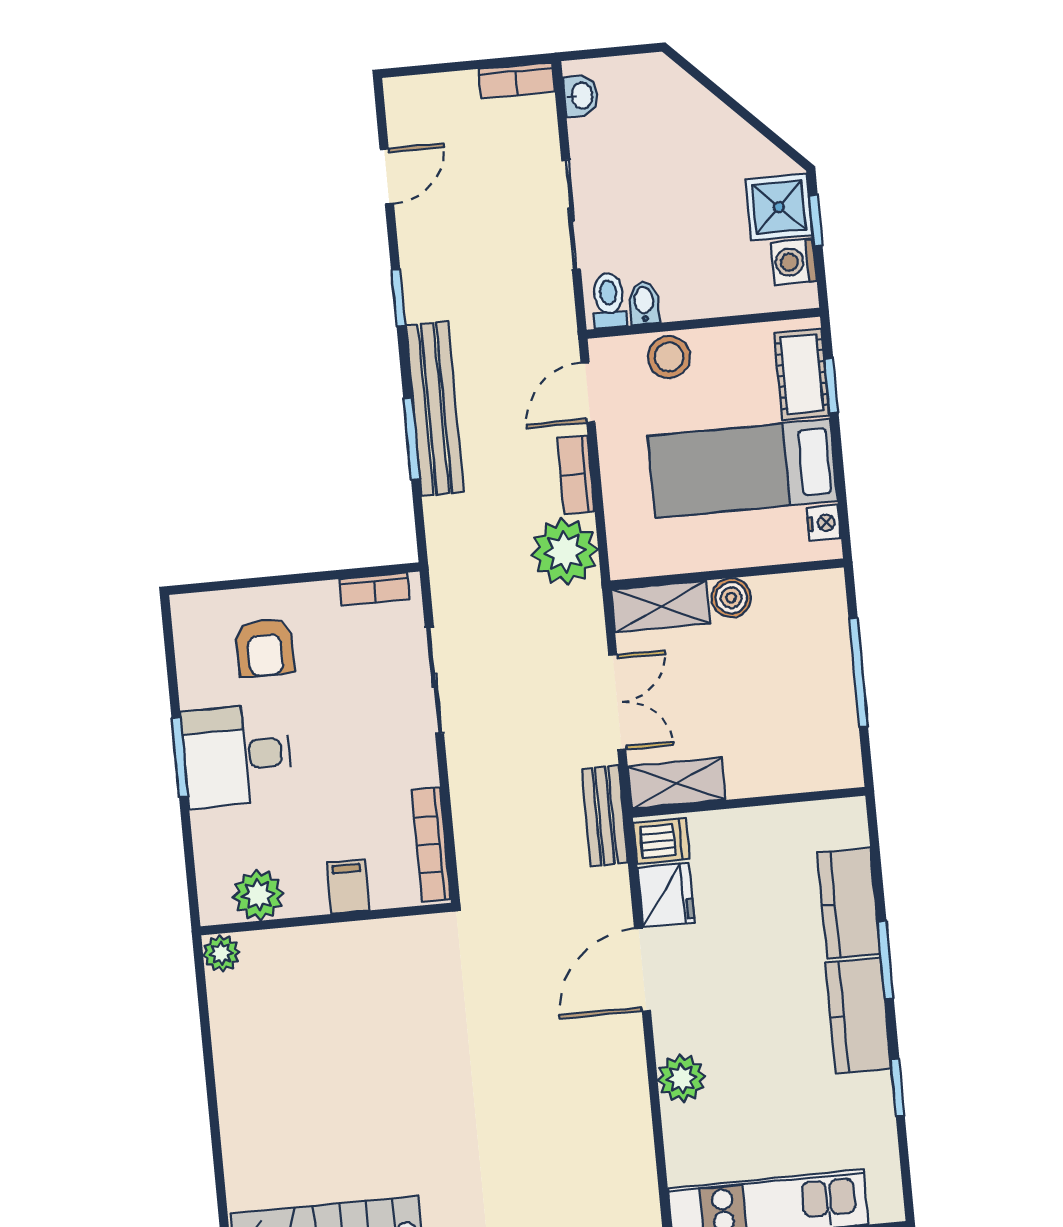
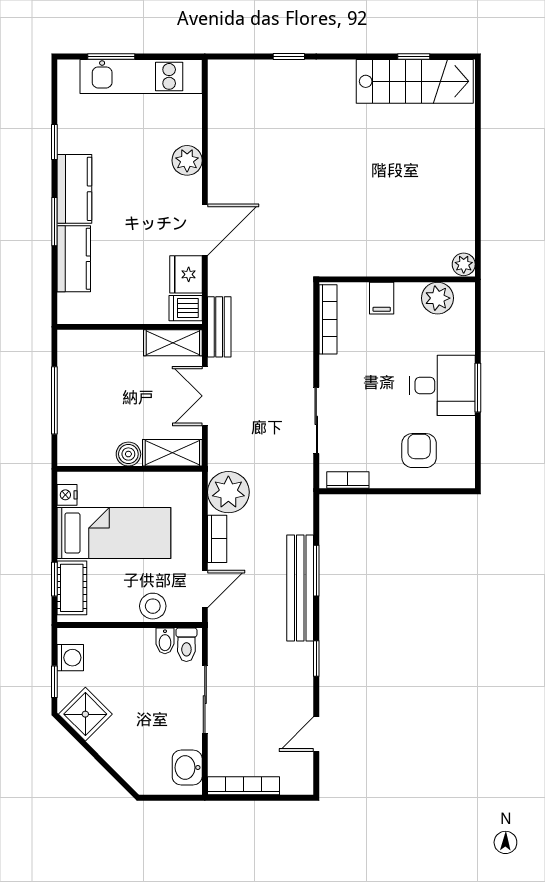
bookcase: (517, 80) -> (244, 786), width x1.56
washbasin: (581, 96) -> (187, 768), width x1.38, depth x1.45
shower: (779, 207) -> (85, 714), moved, turned 45

